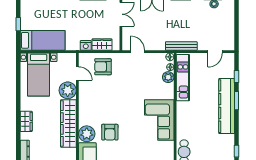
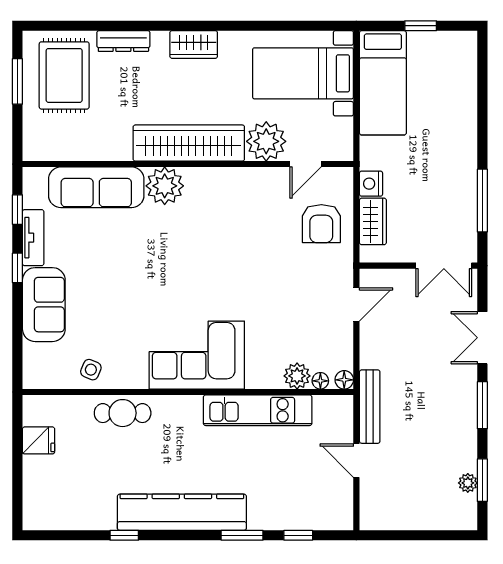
door: (215, 52) -> (356, 461), moved
armchair: (103, 67) -> (321, 224), turned 180
kitchen unit: (183, 78) -> (258, 410), moved
kitchen counter: (227, 106) -> (182, 512), moved
armchair: (110, 132) -> (168, 240), removed

